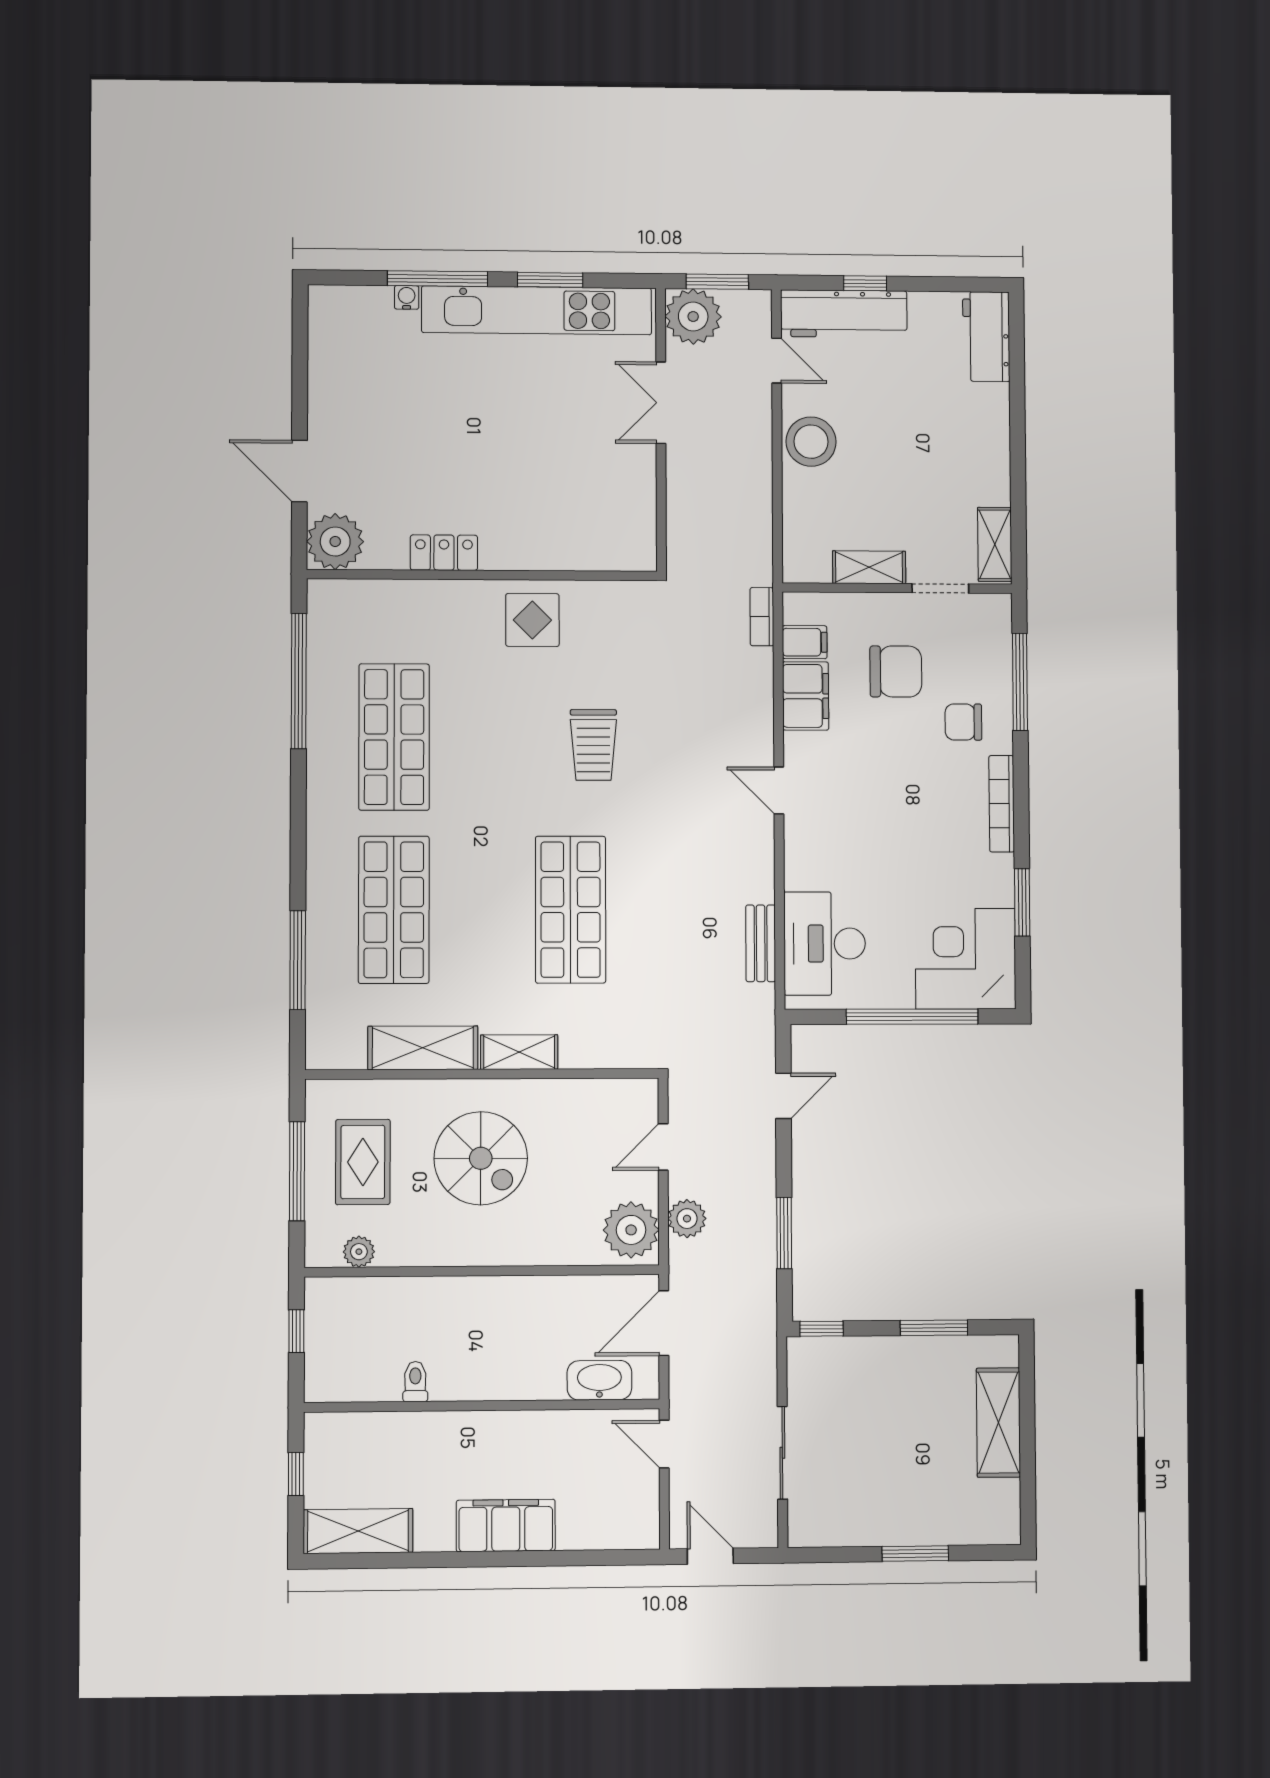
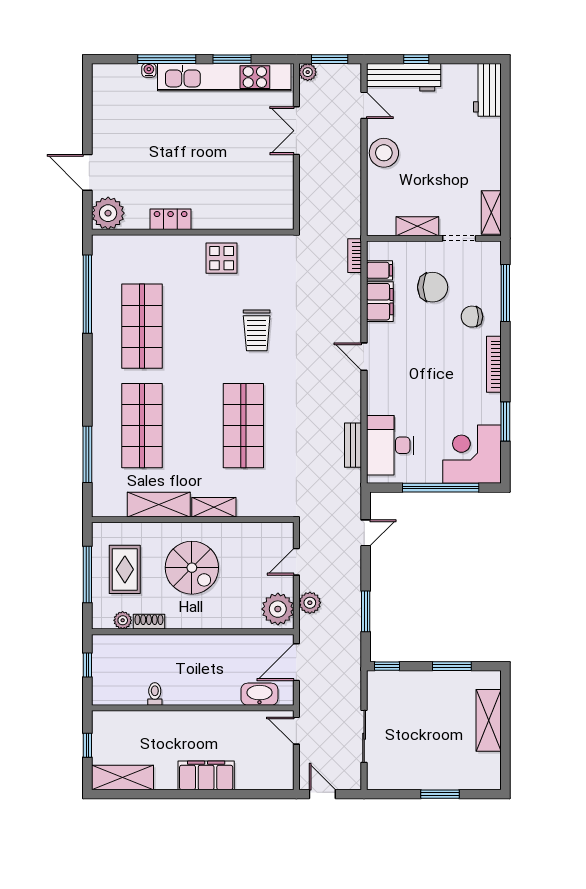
plant: (693, 316) -> (308, 72), width x0.53, depth x0.53
shoe rack: (405, 1254) -> (149, 622), added

